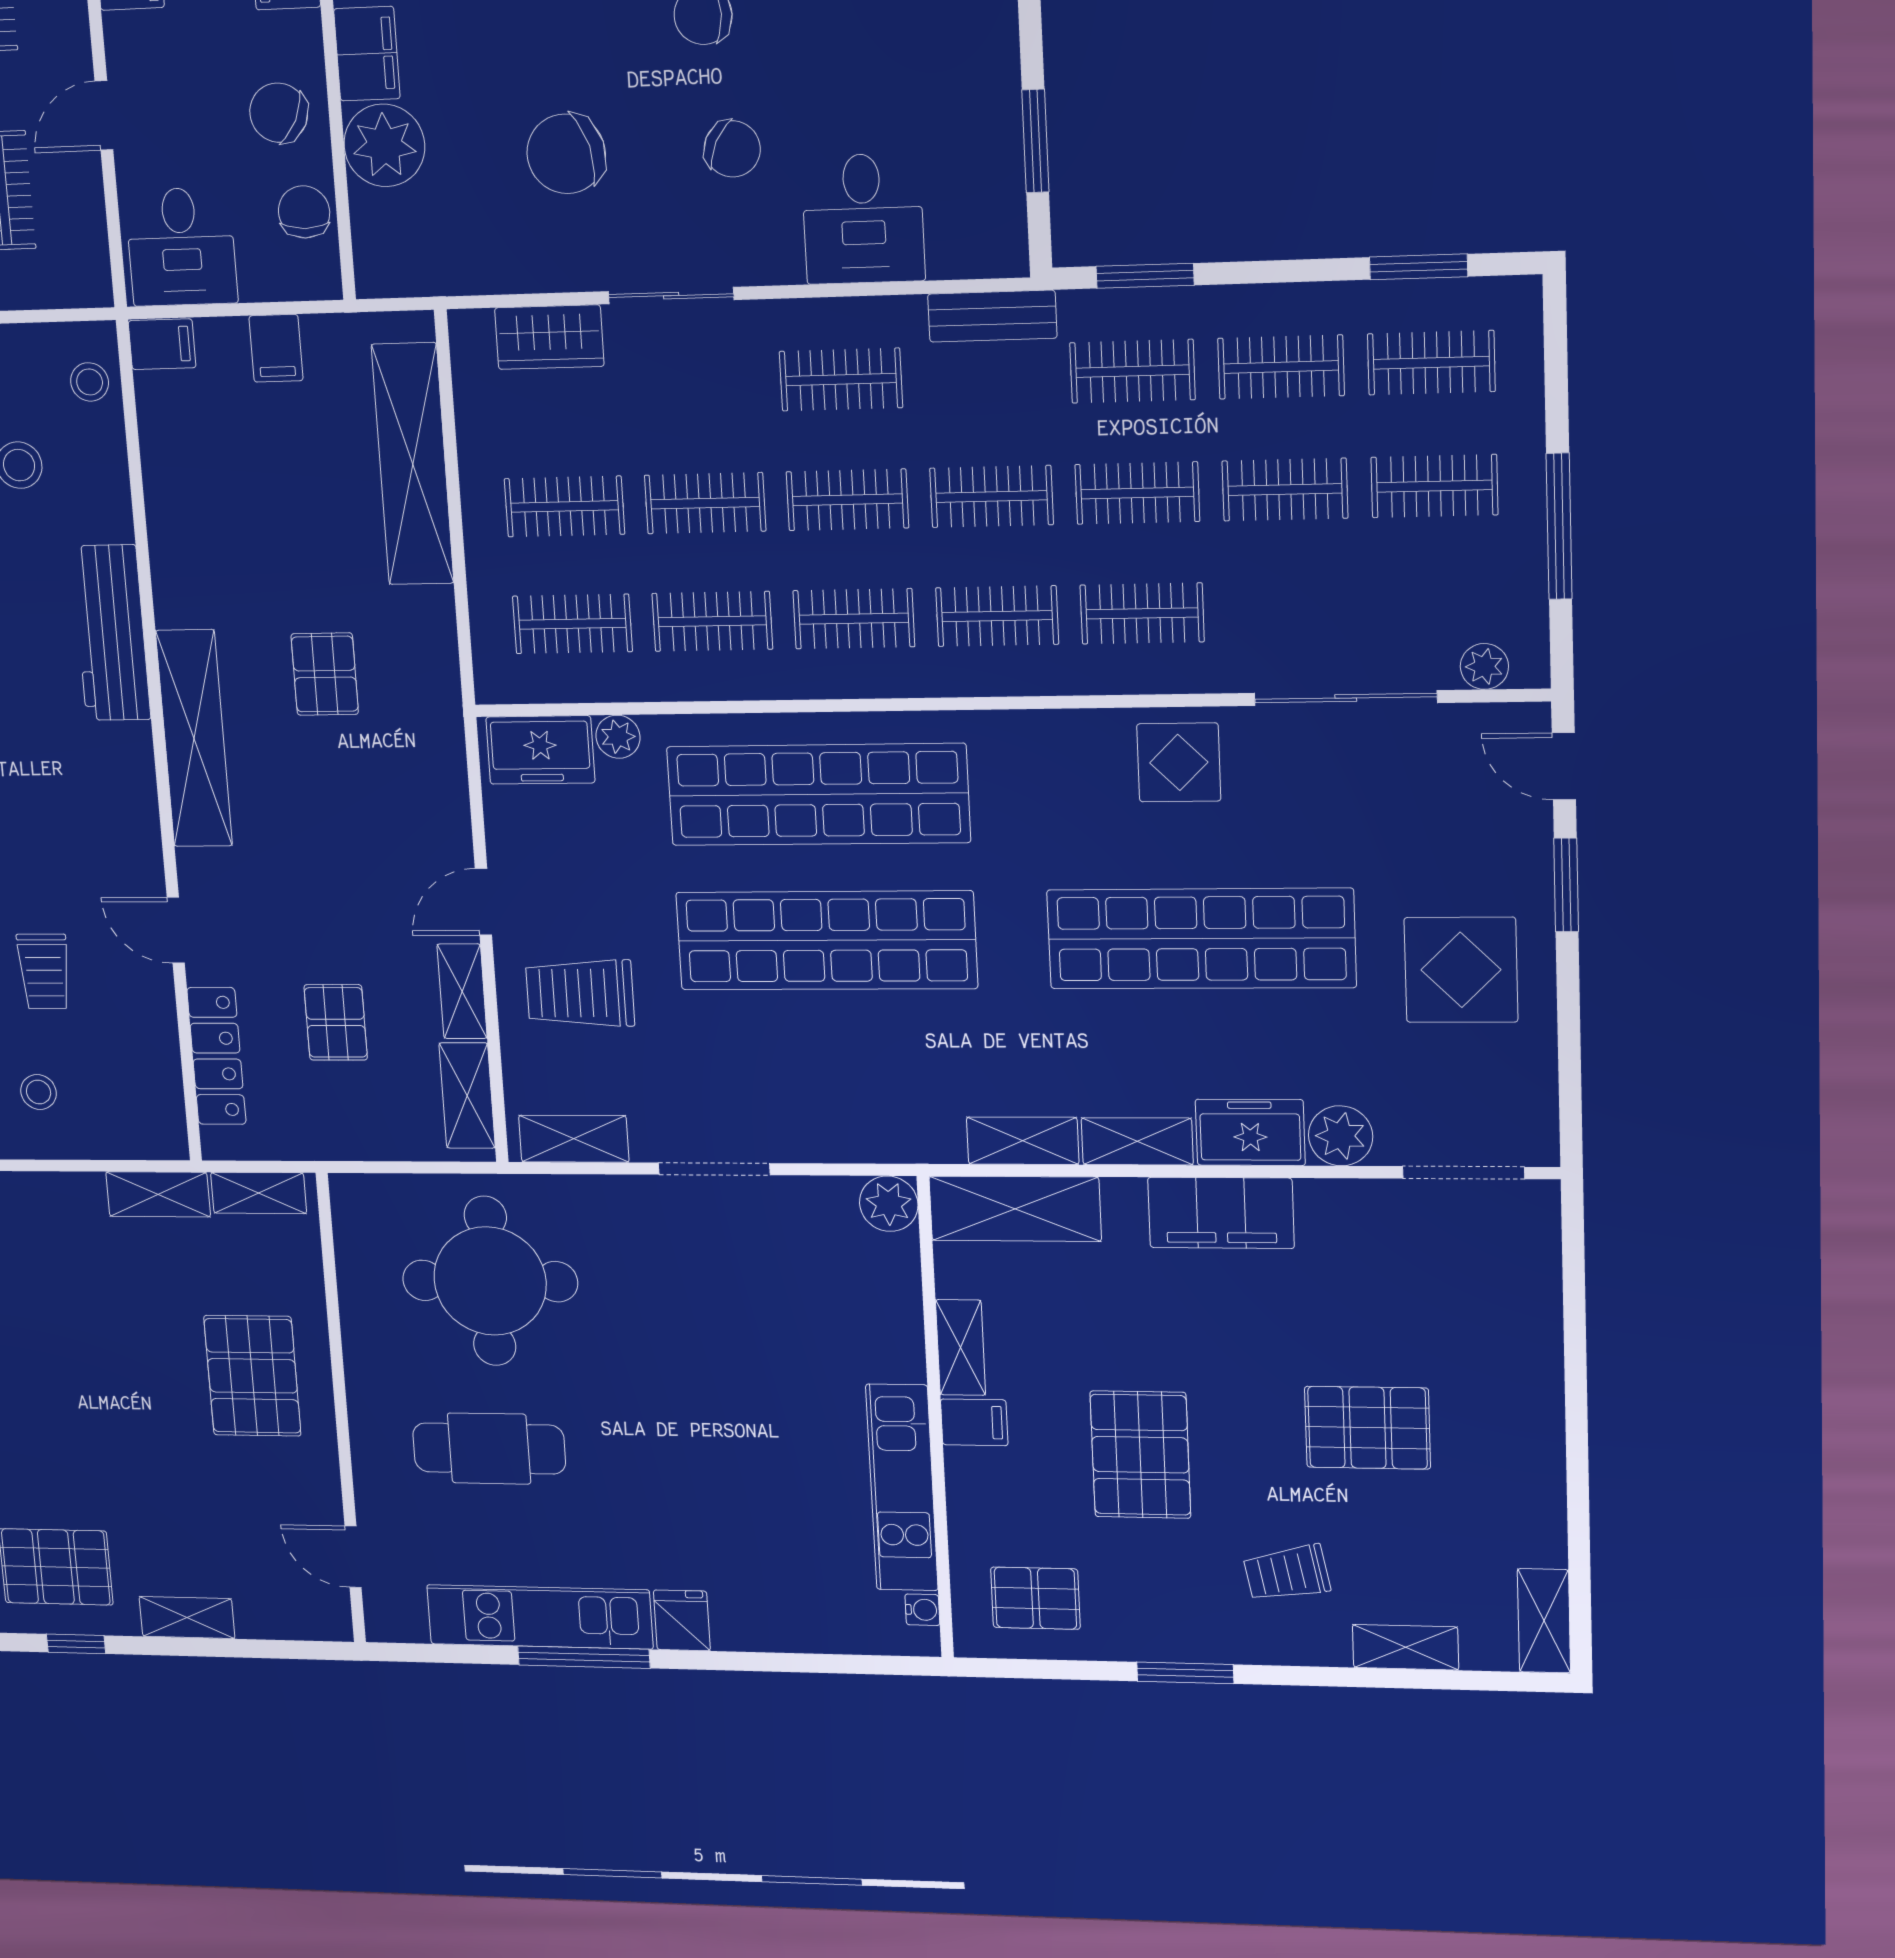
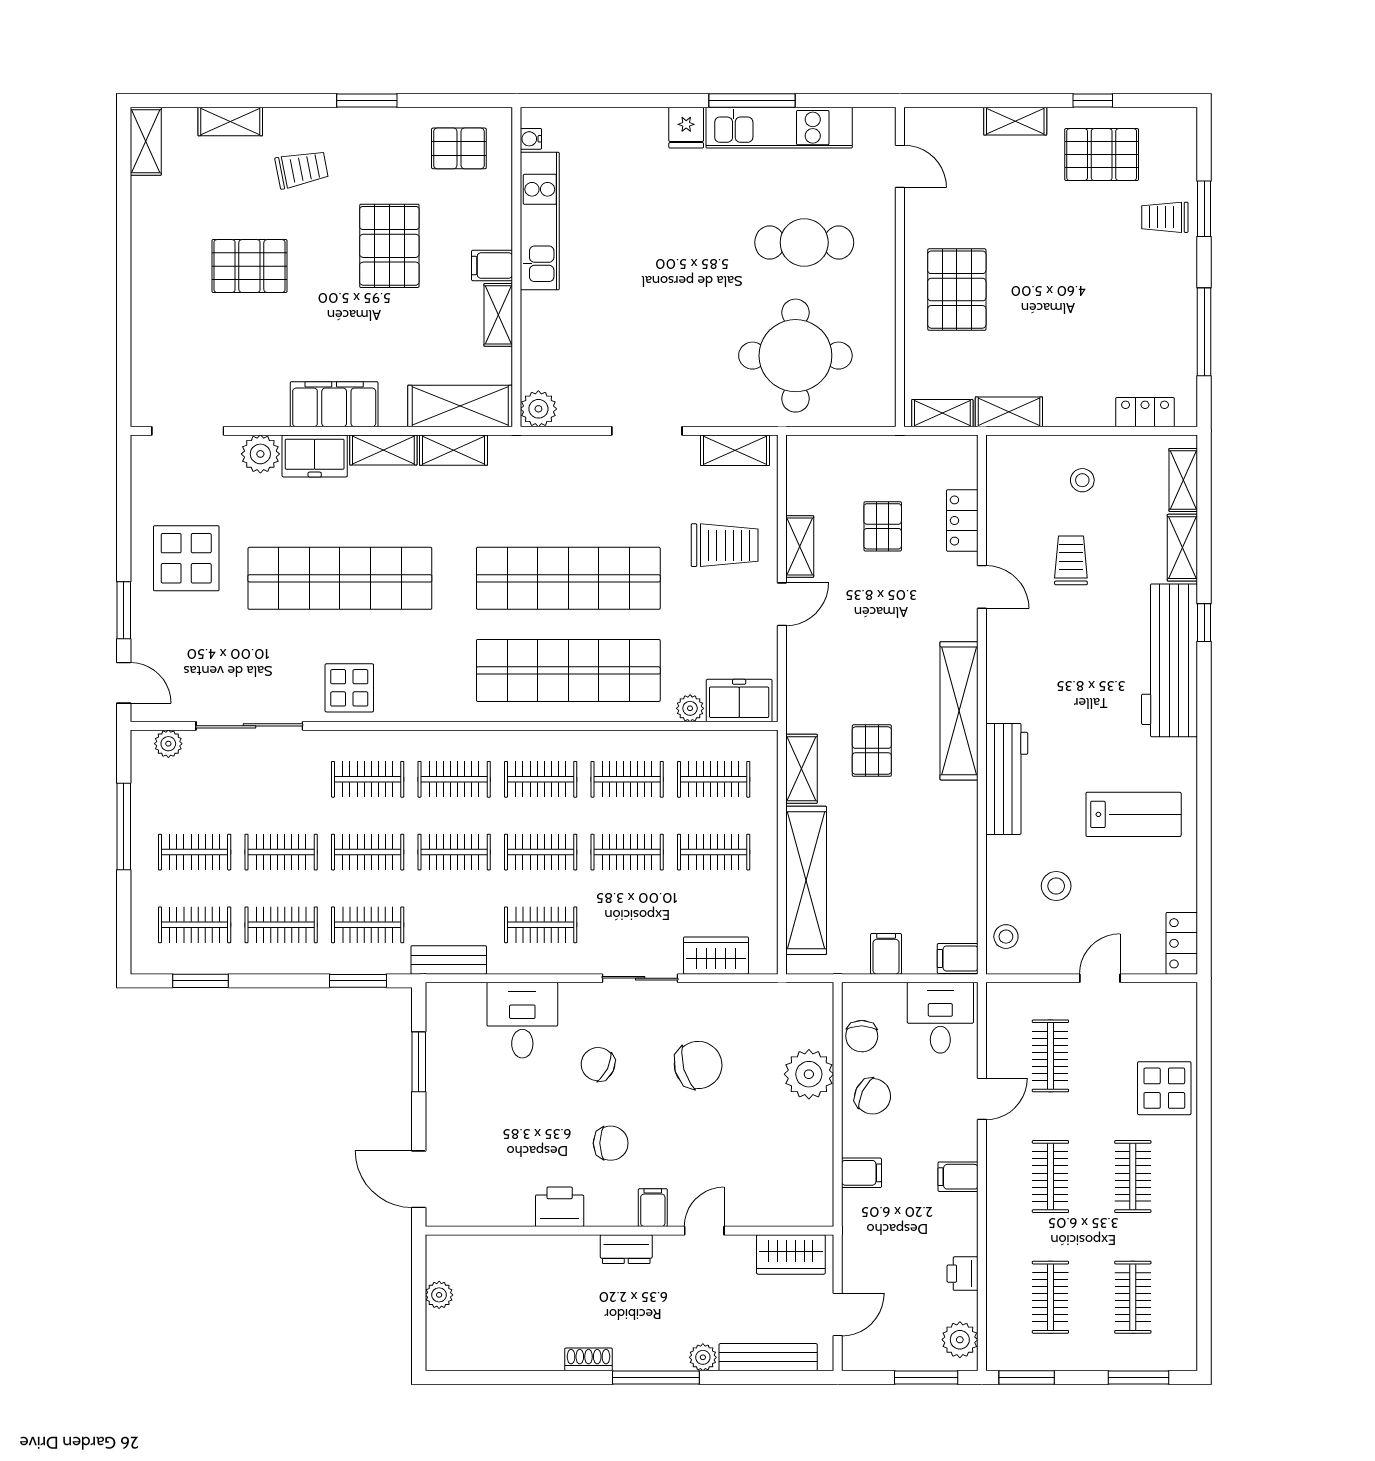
filing cabinet: (367, 54) -> (815, 1129), removed
locker: (216, 1056) -> (962, 520), width x0.66
shelving: (467, 1096) -> (801, 769), moved

